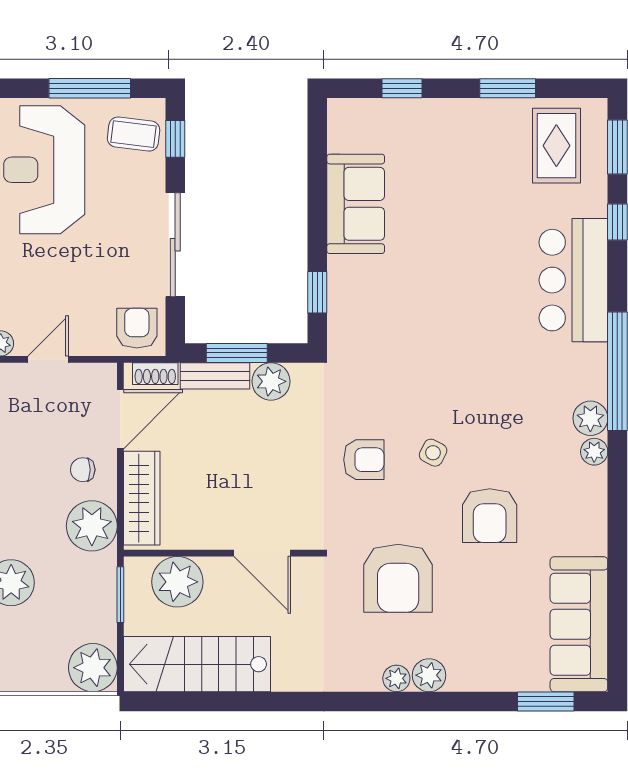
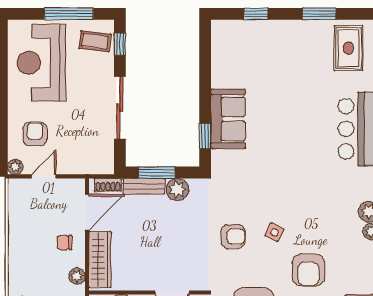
sofa: (356, 204) -> (228, 119), moved
armchair: (137, 328) -> (35, 134), moved
plant: (92, 526) -> (77, 276), width x0.53, depth x0.53

